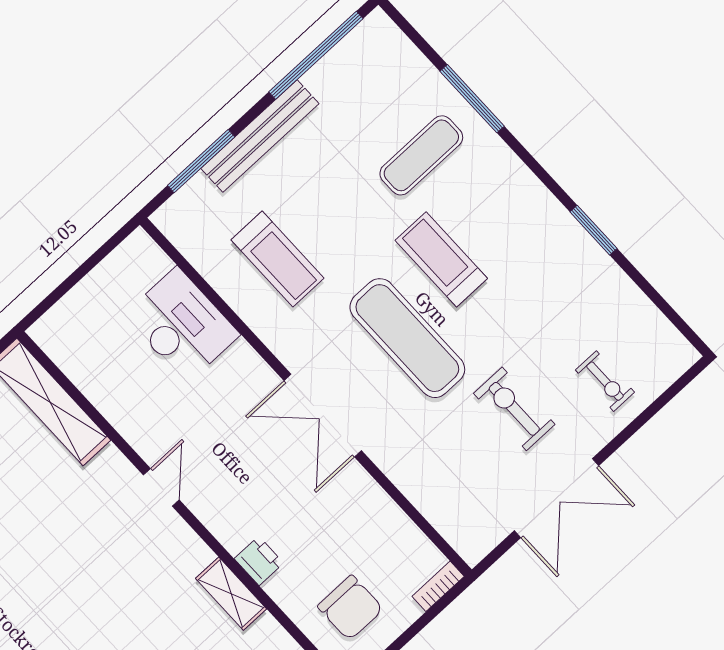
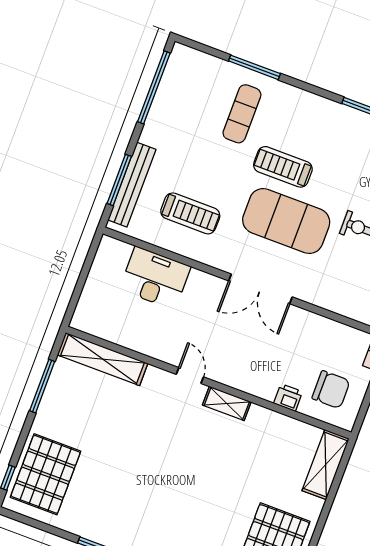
bench: (260, 136) -> (132, 185), moved
exercise mat: (407, 338) -> (286, 221), width x1.47
printer: (259, 561) -> (288, 398), moved
shelving: (231, 594) -> (227, 403), moved

